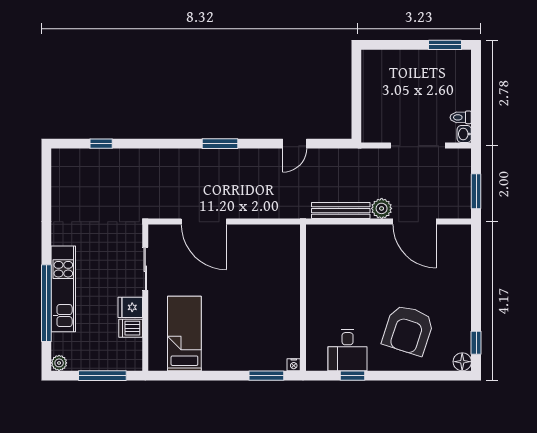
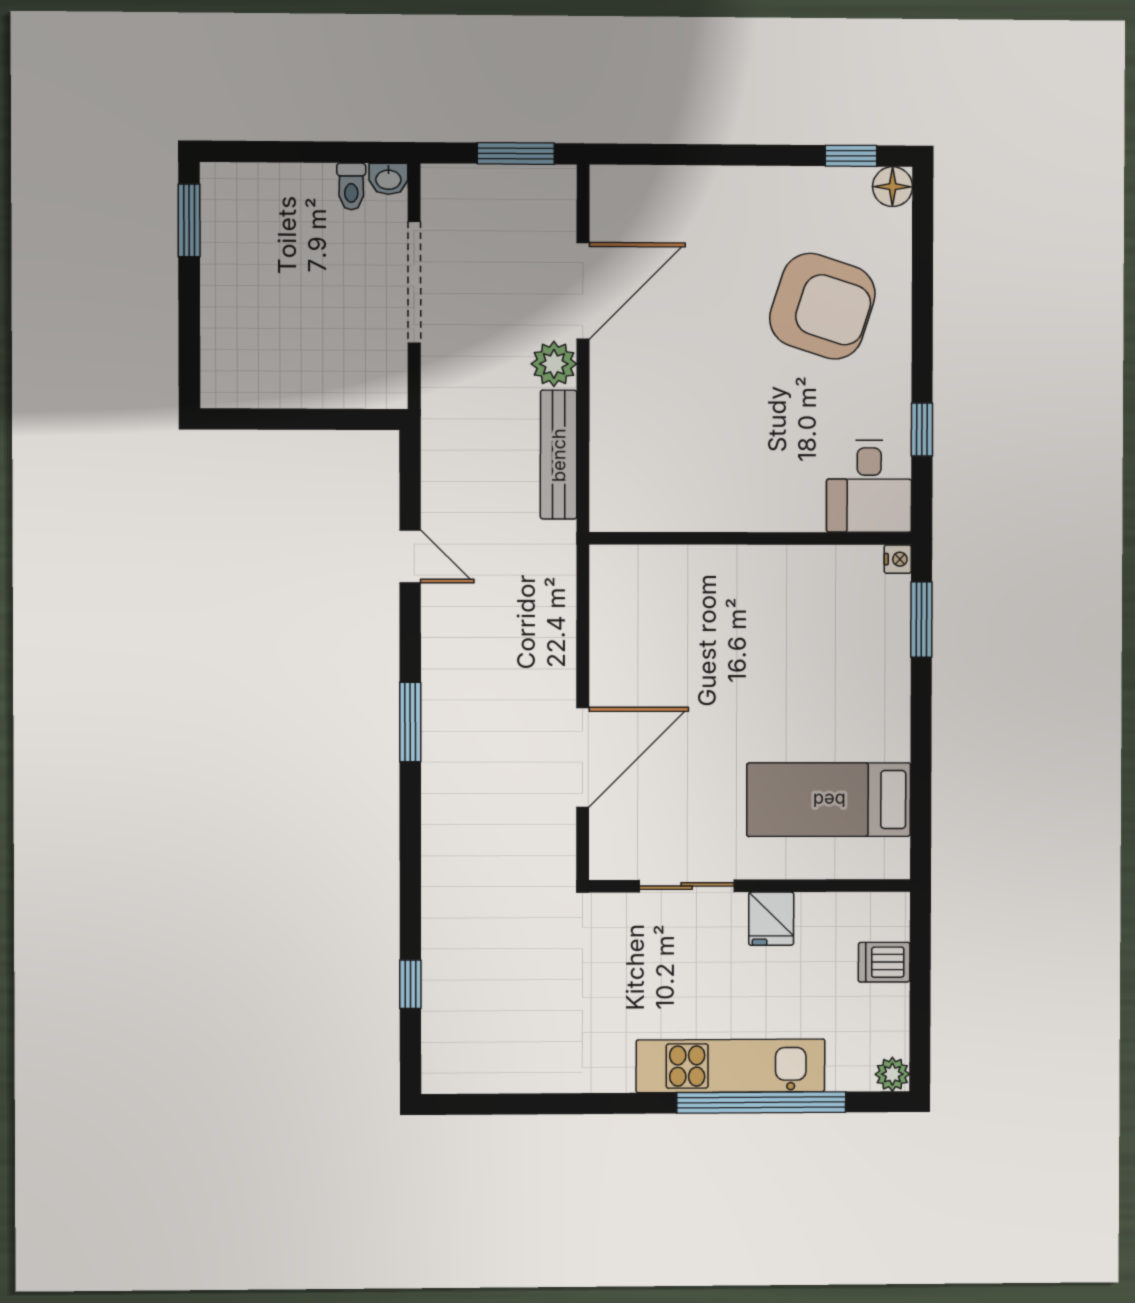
dishwasher: (131, 328) -> (884, 962), moved, turned 90
desk: (348, 350) -> (869, 486), moved, turned 90
window: (102, 376) -> (920, 979), removed

